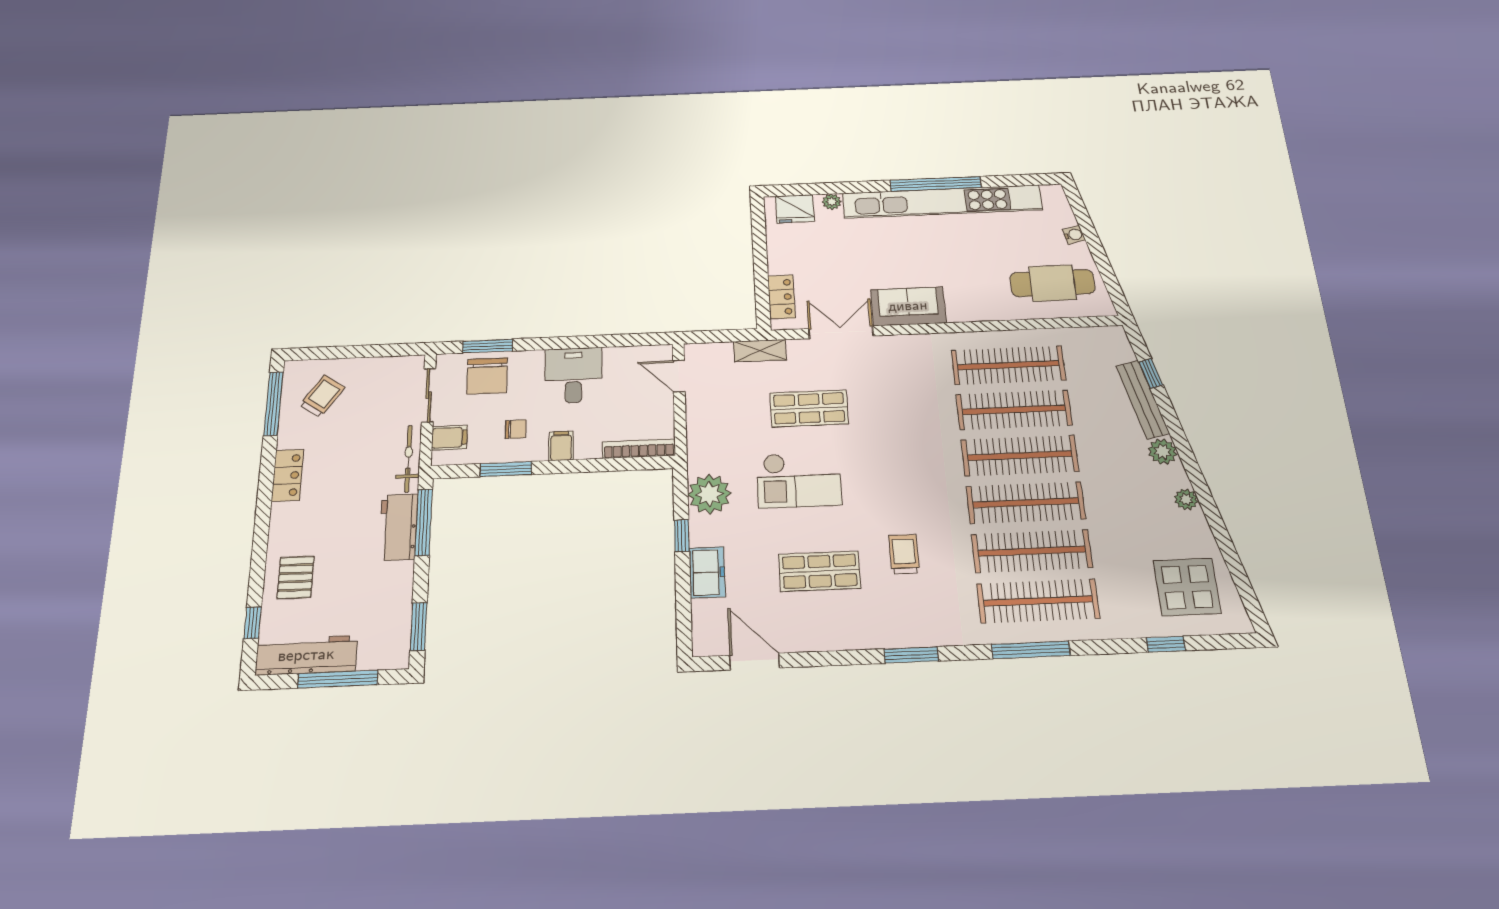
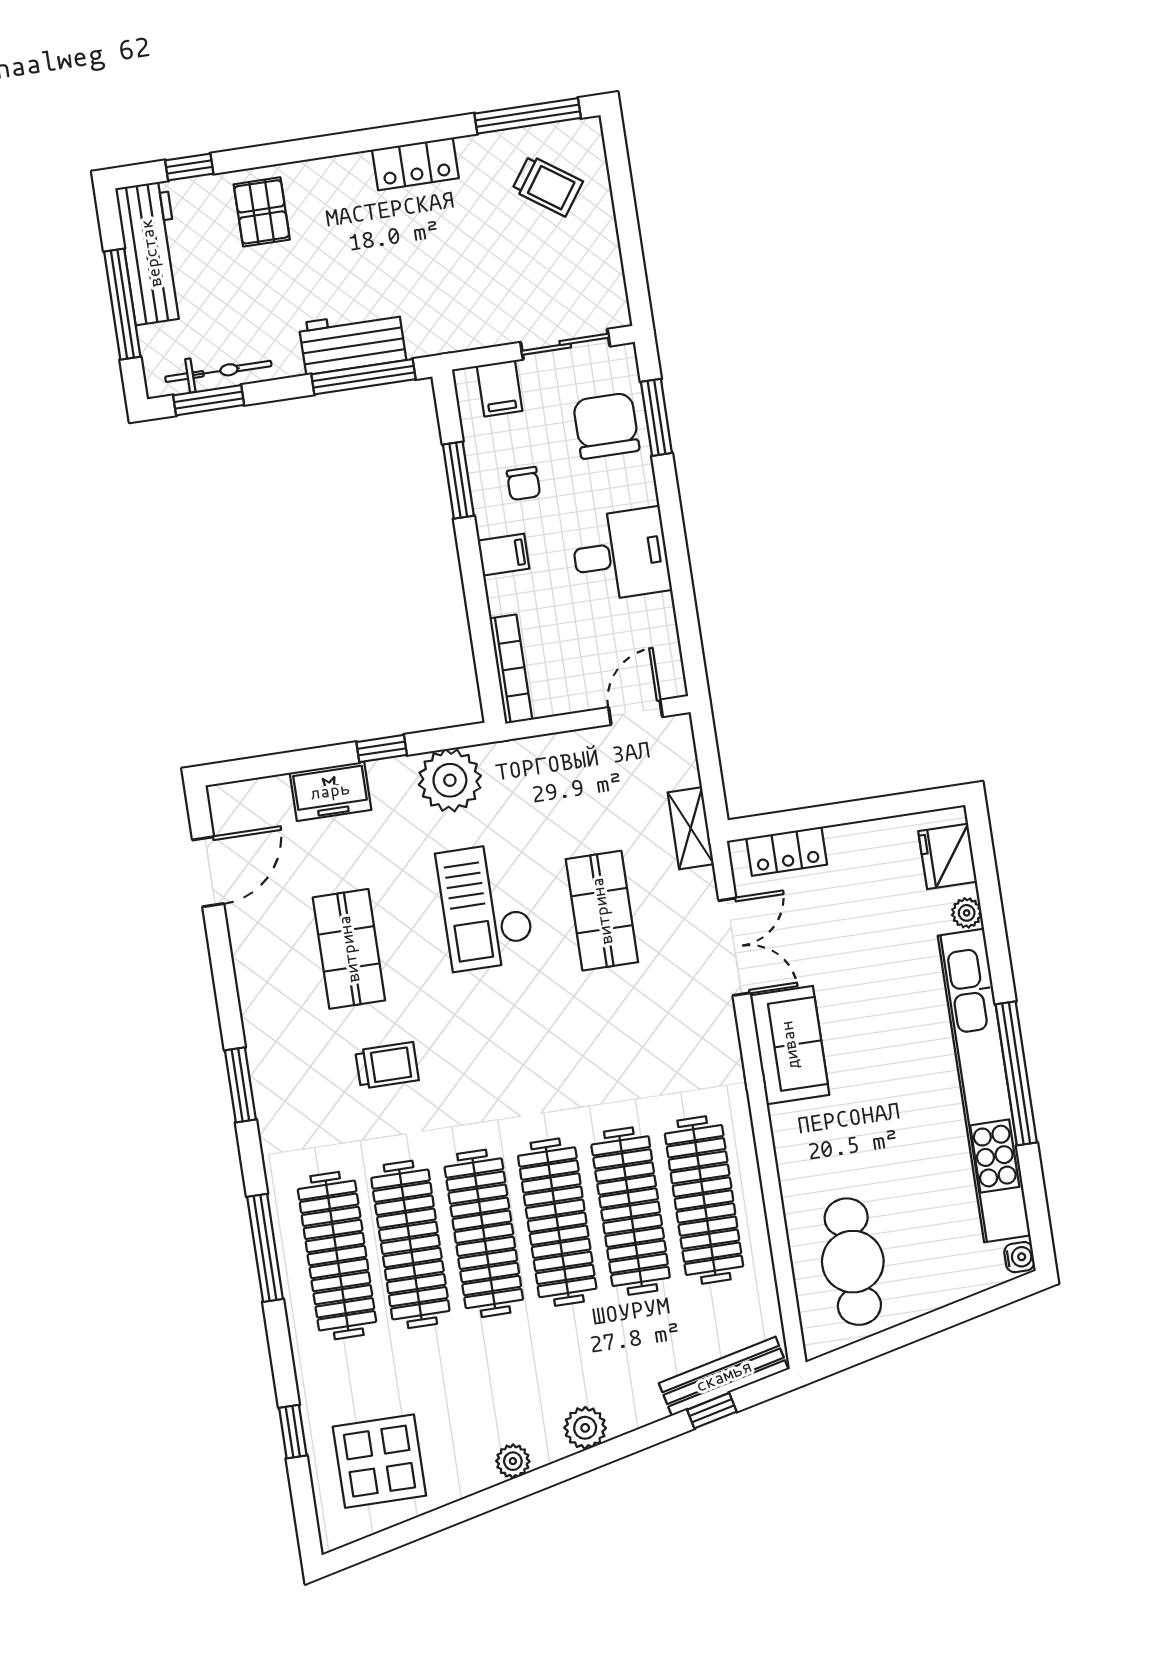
water cooler: (1074, 235) -> (1019, 1257), moved, turned -77
chair: (487, 376) -> (606, 426), turned 90
bench: (1143, 399) -> (724, 1376), moved
bicycle: (408, 459) -> (218, 371), moved
pallet: (296, 577) -> (262, 212), turned 90

